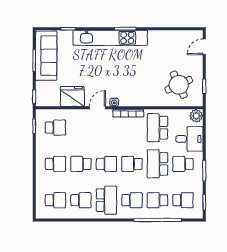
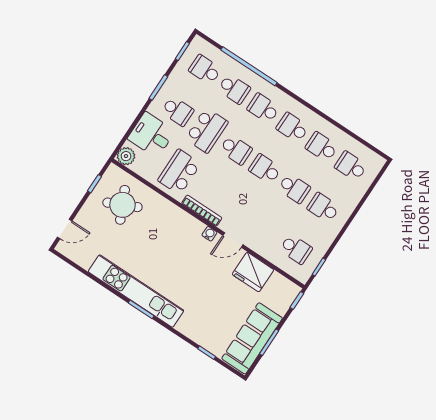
kitchen unit: (110, 38) -> (136, 291), moved
school desk: (55, 128) -> (296, 249), turned 180
school desk: (157, 128) -> (179, 172), turned 180
school desk: (106, 200) -> (292, 128), width x0.54

